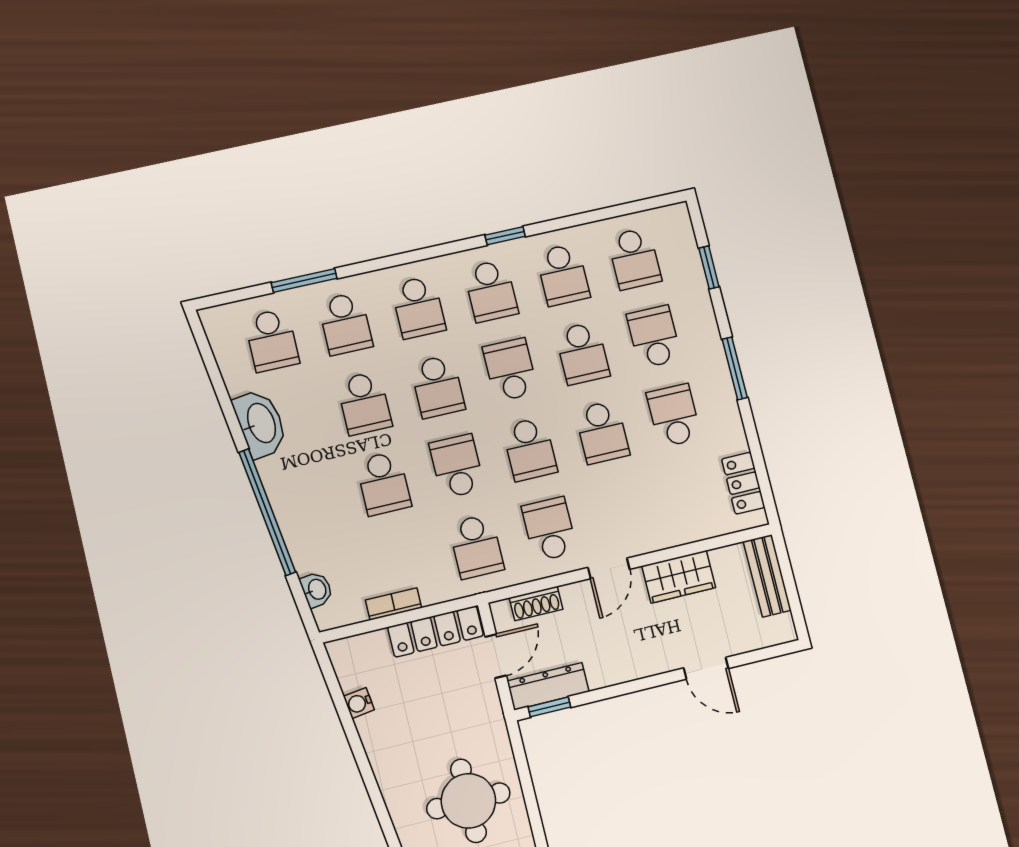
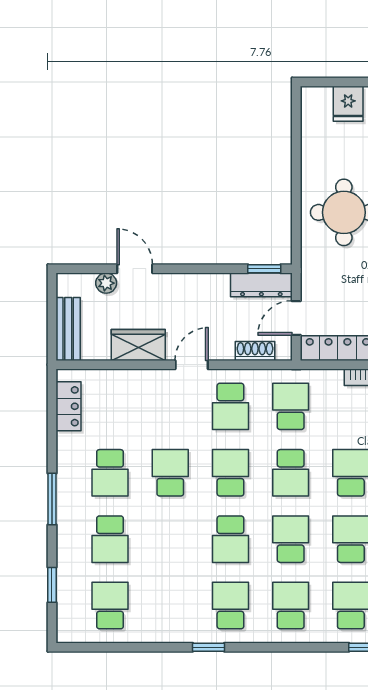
school desk: (563, 275) -> (170, 606), removed
school desk: (582, 353) -> (170, 539), removed
plant: (736, 642) -> (106, 283), added

